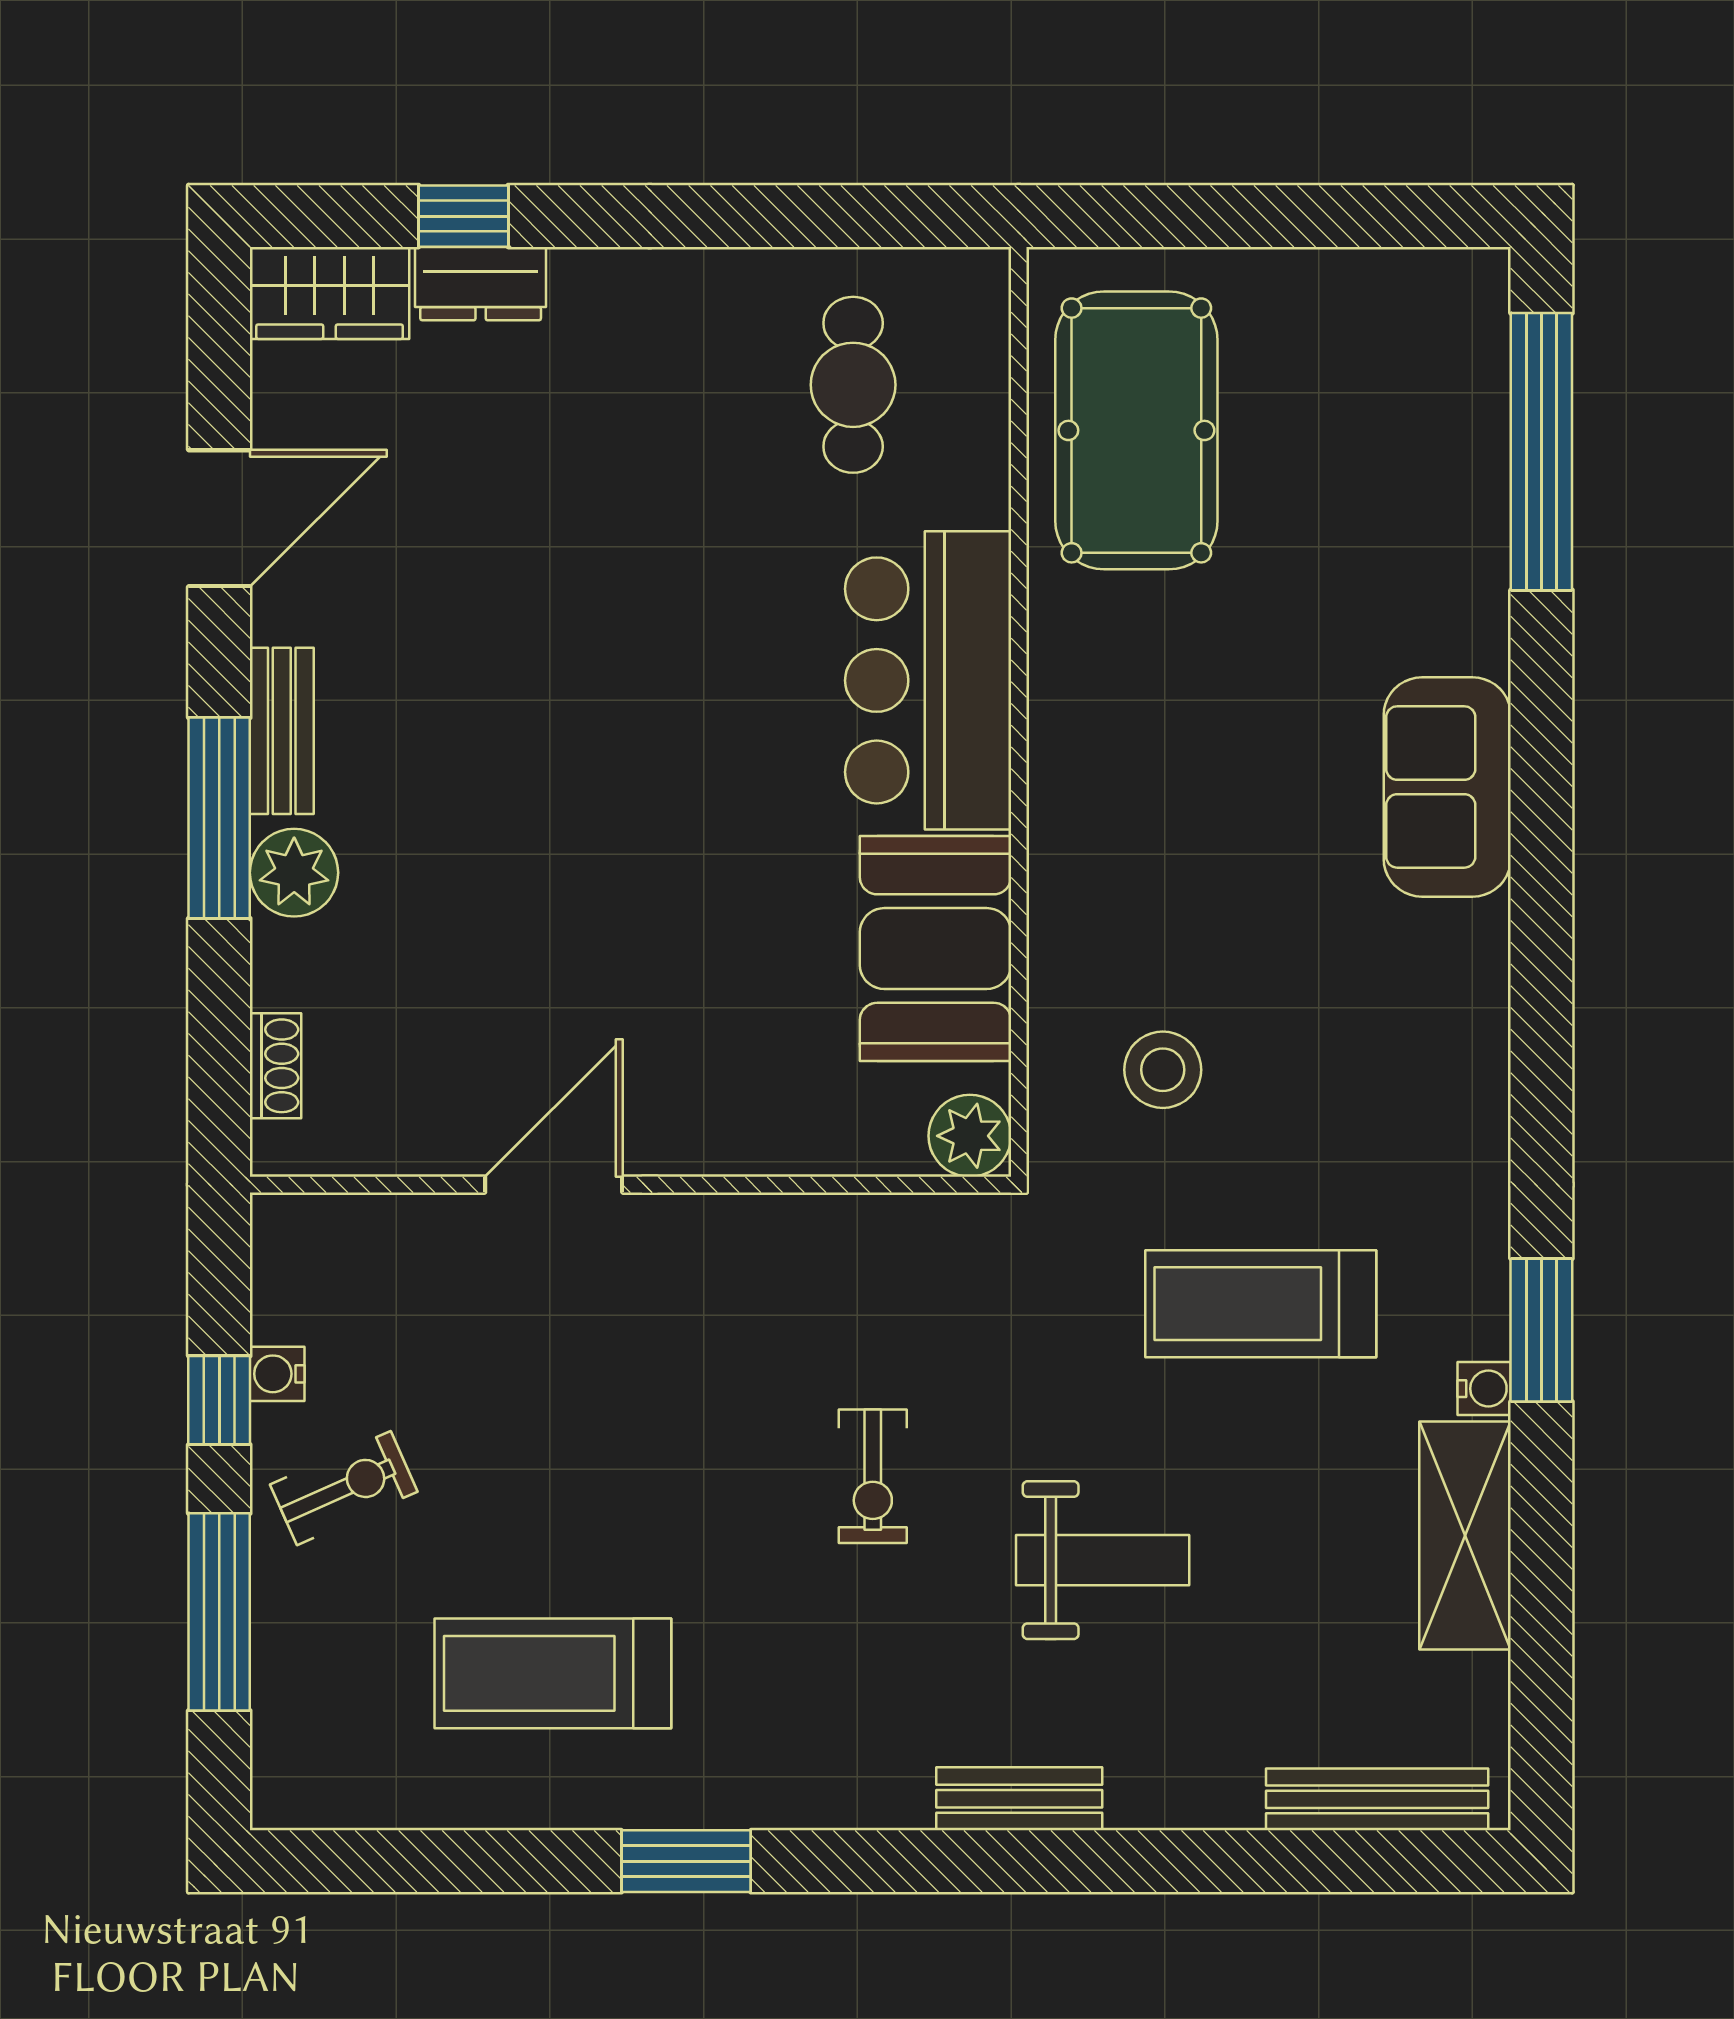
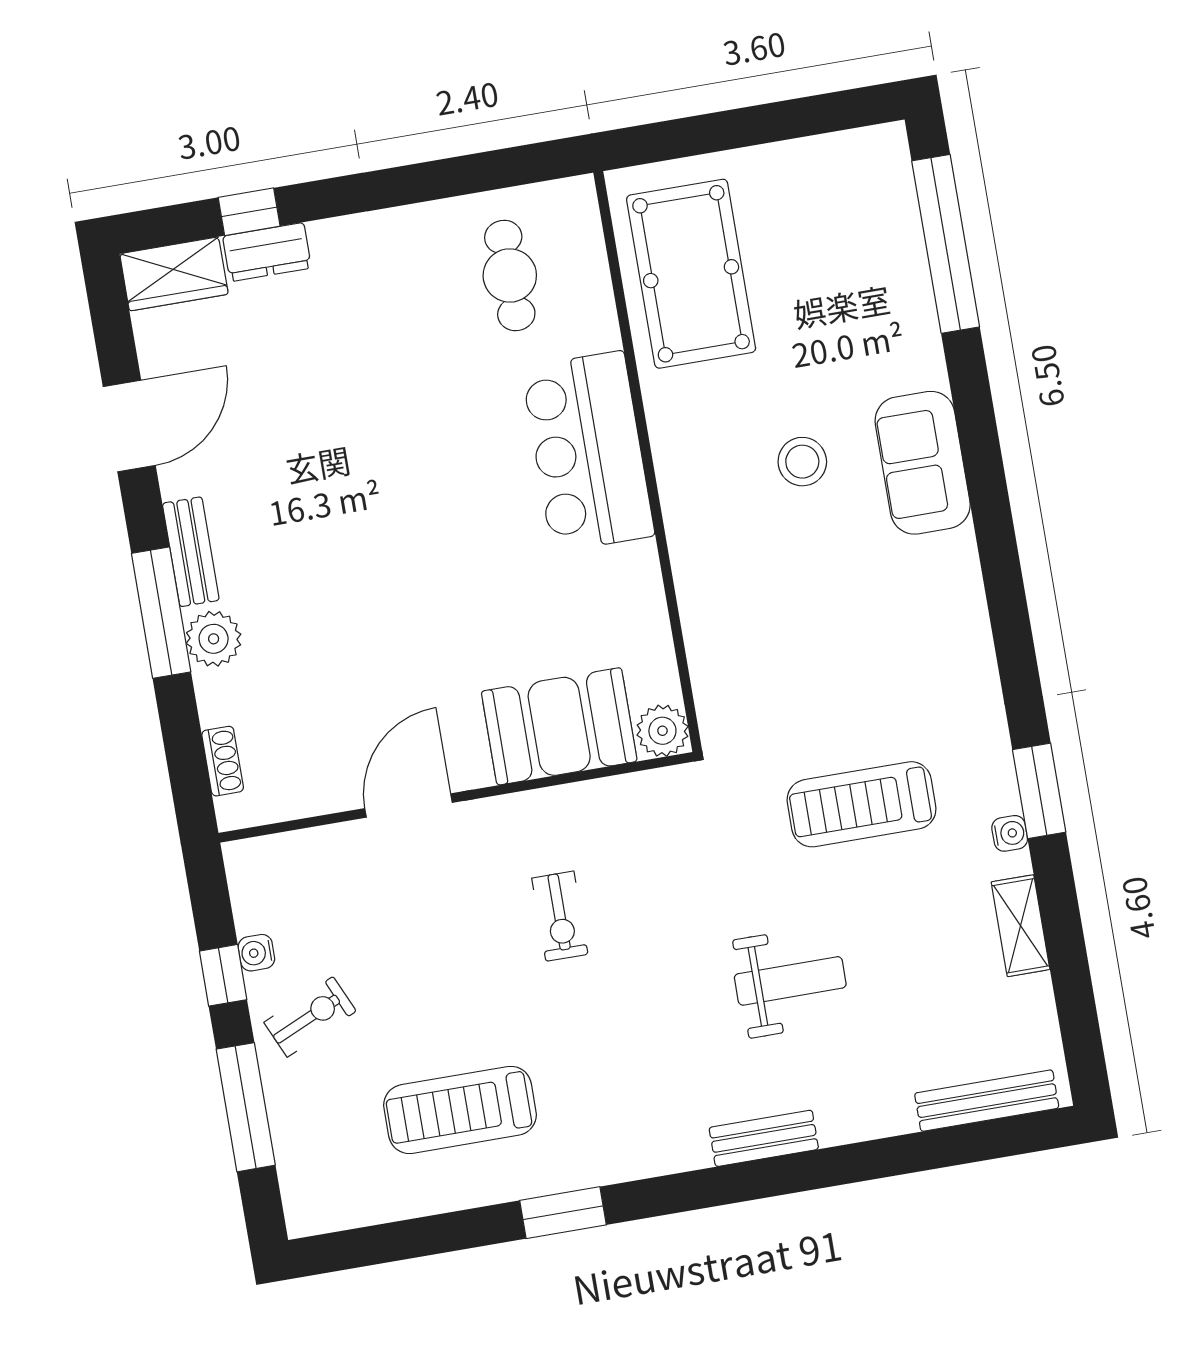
booth: (935, 949) -> (559, 726), moved, turned 90
stool: (1163, 1070) -> (802, 462), moved
exercise bike: (873, 1476) -> (560, 916), moved
shelving: (1465, 1535) -> (1021, 926), width x0.67, depth x0.75

